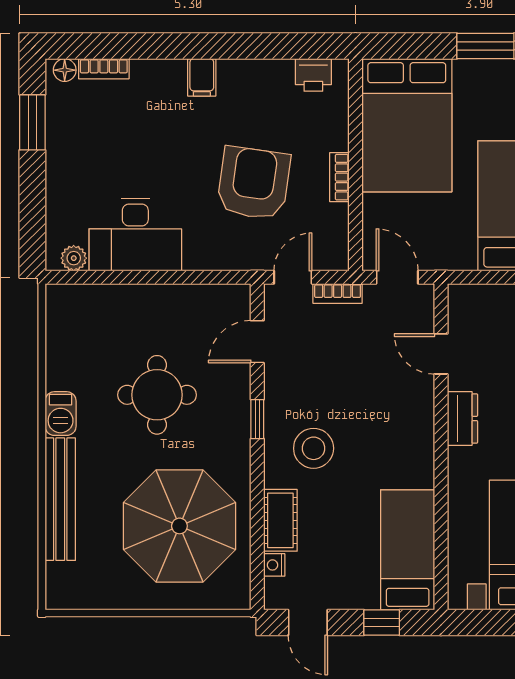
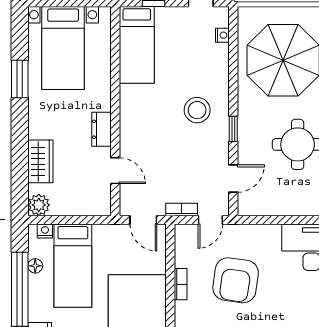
cot: (280, 520) -> (218, 64), removed

